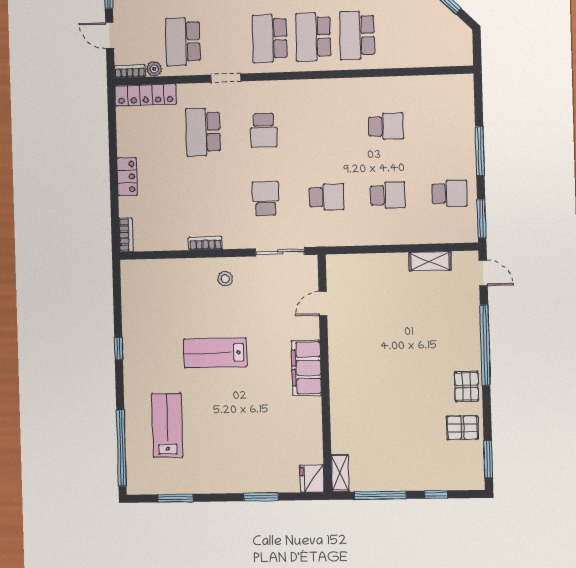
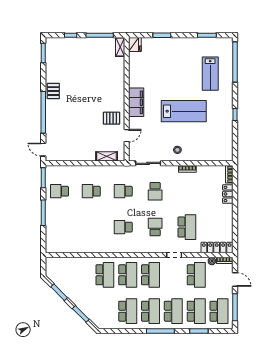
school desk: (386, 126) -> (123, 227), moved
locker: (127, 177) -> (228, 194), moved
shelving: (430, 261) -> (107, 156), moved
lab bench: (215, 353) -> (184, 111), width x1.36, depth x1.39
pallet: (462, 428) -> (112, 118), moved

